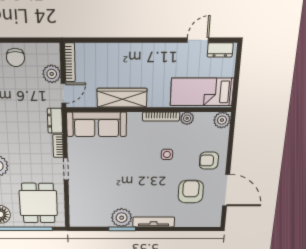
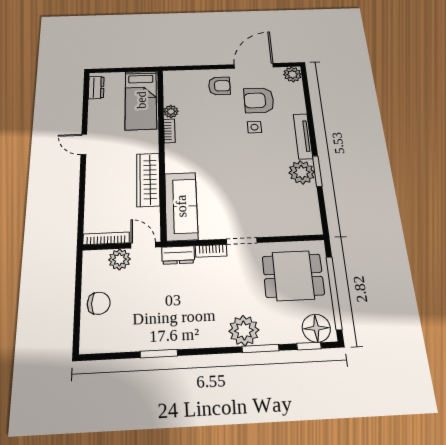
door: (198, 40) -> (84, 144), moved
bookcase: (161, 116) -> (169, 131), width x0.64
plant: (222, 120) -> (292, 74), moved
side table: (167, 154) -> (254, 127), moved
armchair: (209, 160) -> (219, 86), turned -90

